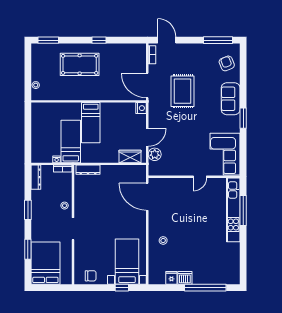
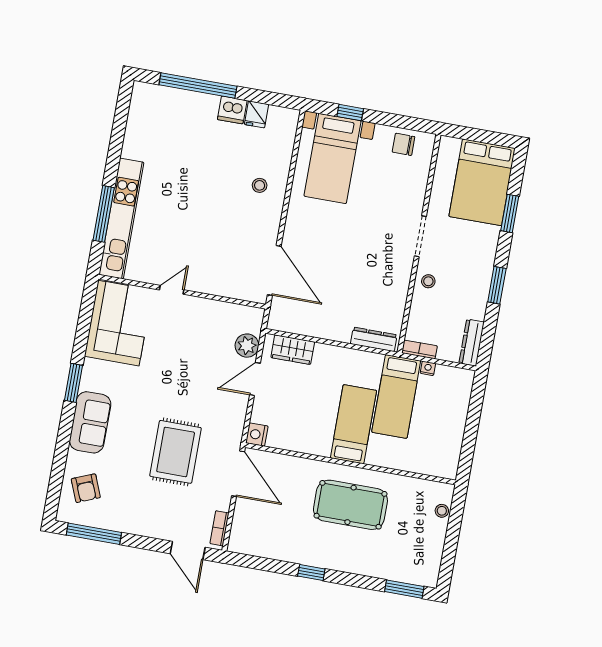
pool table: (80, 64) -> (350, 505), moved

